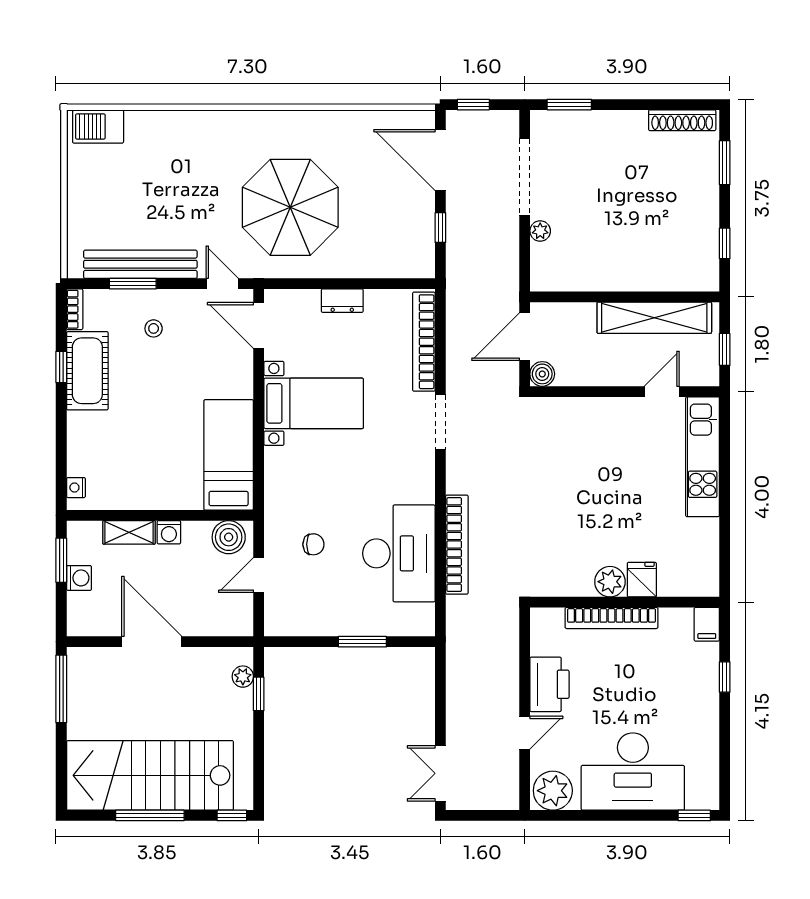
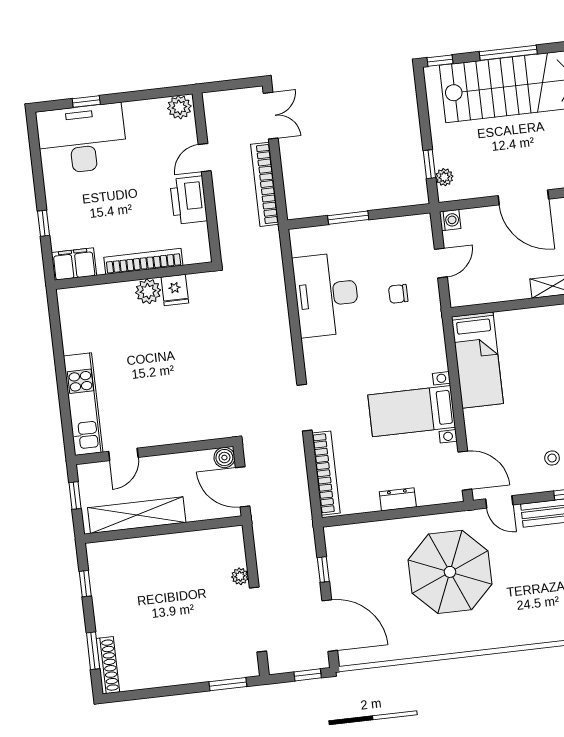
shoe rack: (682, 120) -> (108, 665), moved, turned 90
door: (525, 337) -> (243, 487), swing flipped
washing machine: (169, 532) -> (450, 220), moved, turned 90
boiler: (229, 537) -> (469, 292), removed
bookcase: (457, 545) -> (265, 184), moved
fridge: (642, 580) -> (175, 290), moved
filing cabinet: (707, 624) -> (74, 264), width x2.00
desk: (633, 772) -> (82, 139), moved
plant: (553, 791) -> (179, 107), width x0.73, depth x0.73
window: (694, 815) -> (86, 101), moved

